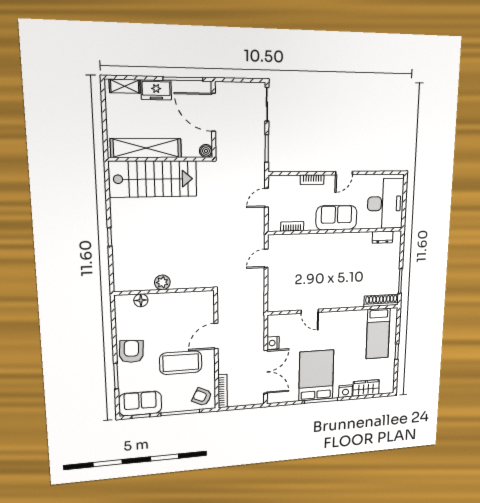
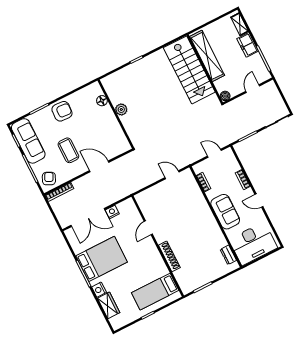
door: (213, 112) -> (253, 89), width x0.53
shoe rack: (381, 300) -> (169, 256), moved
coffee table: (181, 363) -> (68, 150), width x0.73, depth x0.76
sofa: (140, 404) -> (28, 141), width x1.36

